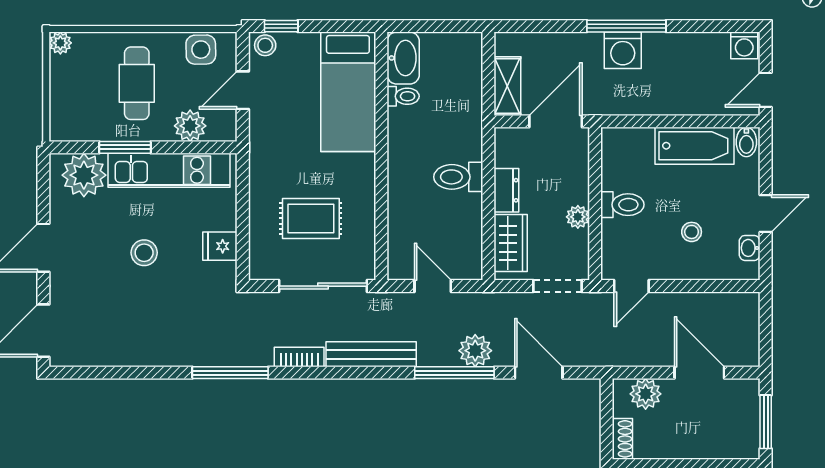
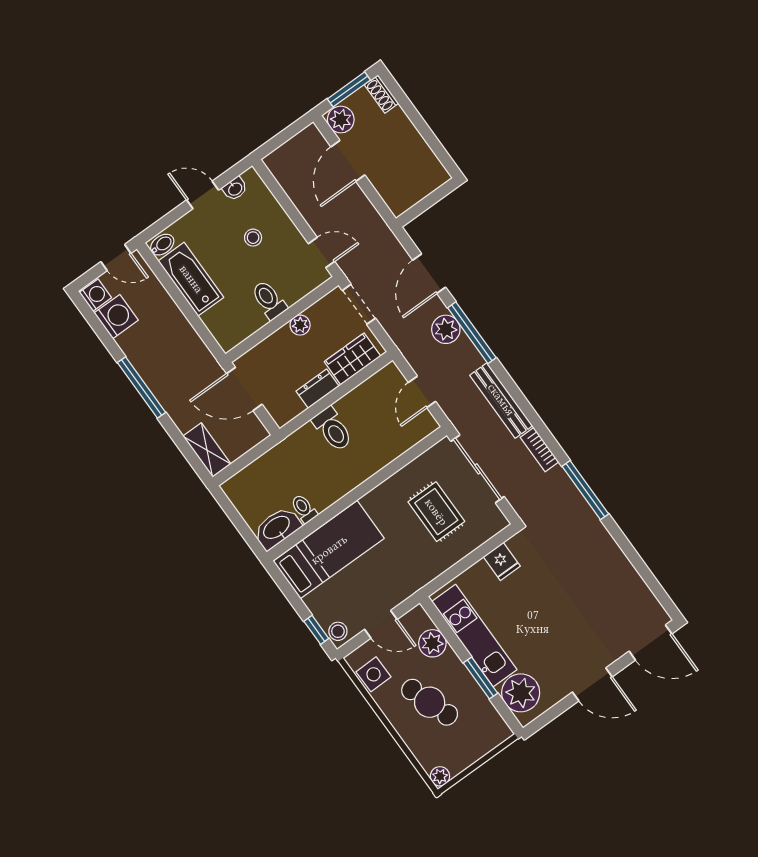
washing machine: (623, 50) -> (116, 317), moved
cafe table: (137, 83) -> (430, 702), turned 71
shelving: (507, 86) -> (207, 450), moved, turned 90
stool: (144, 253) -> (545, 611), removed
plant: (646, 394) -> (341, 120), moved
shoe rack: (622, 439) -> (381, 94), moved, turned -90

